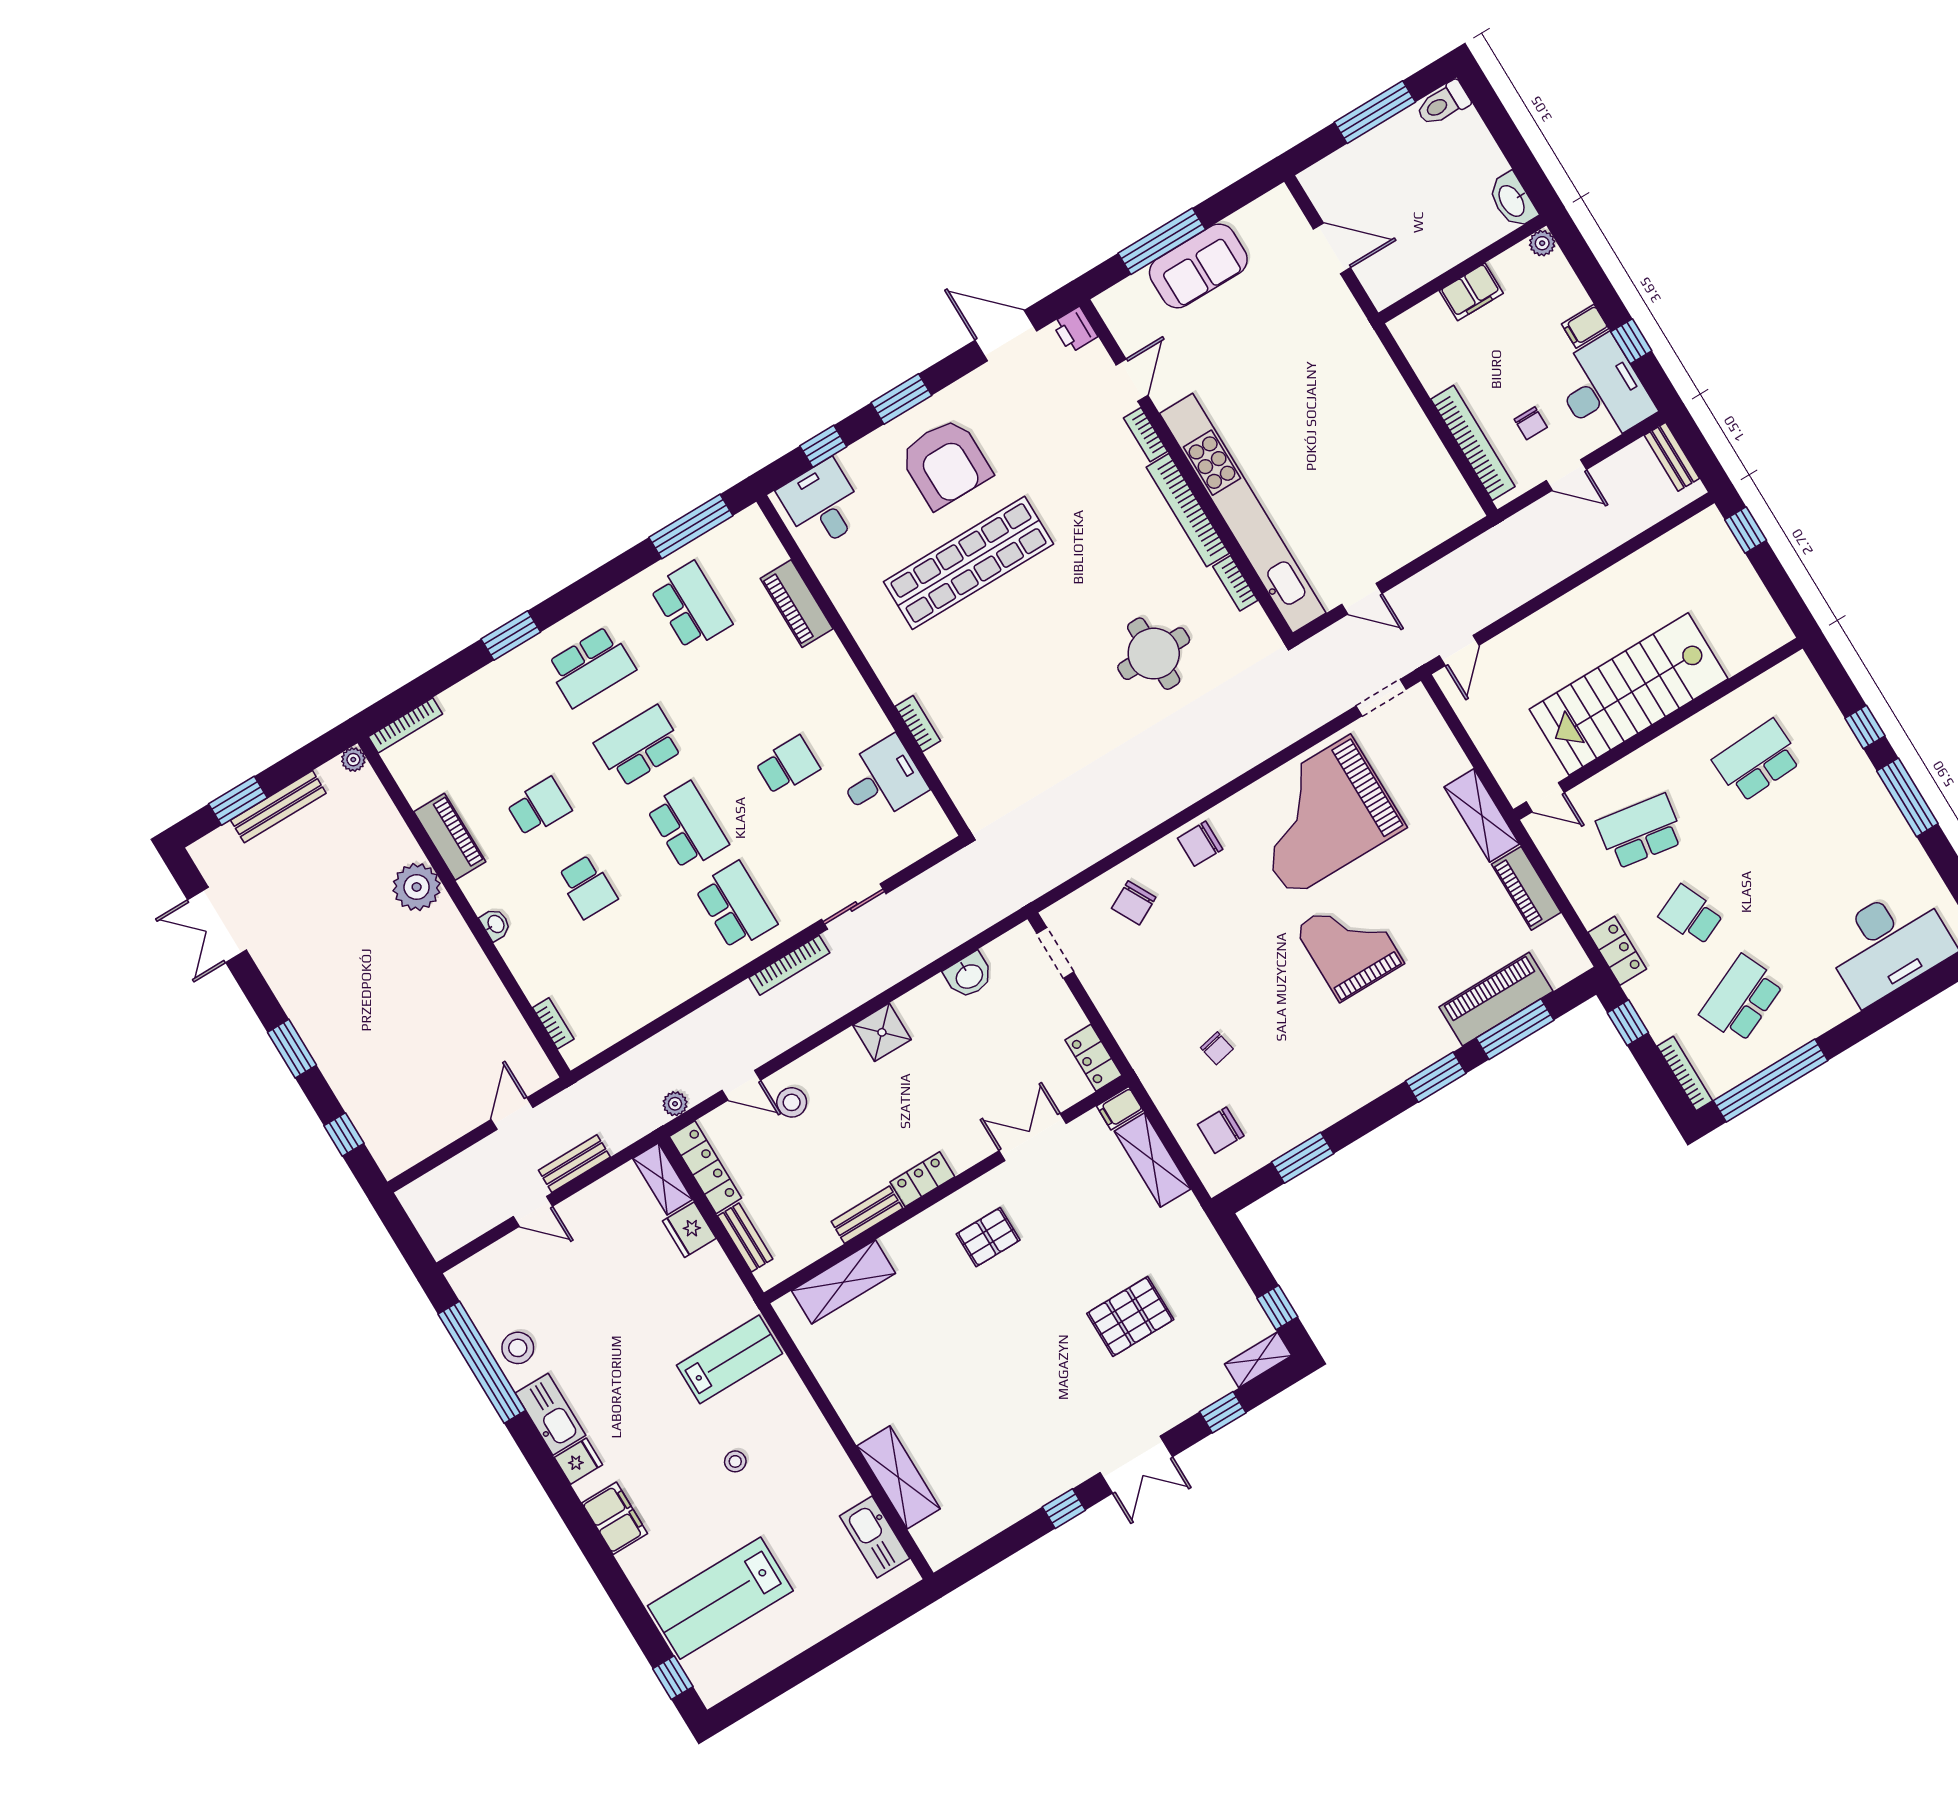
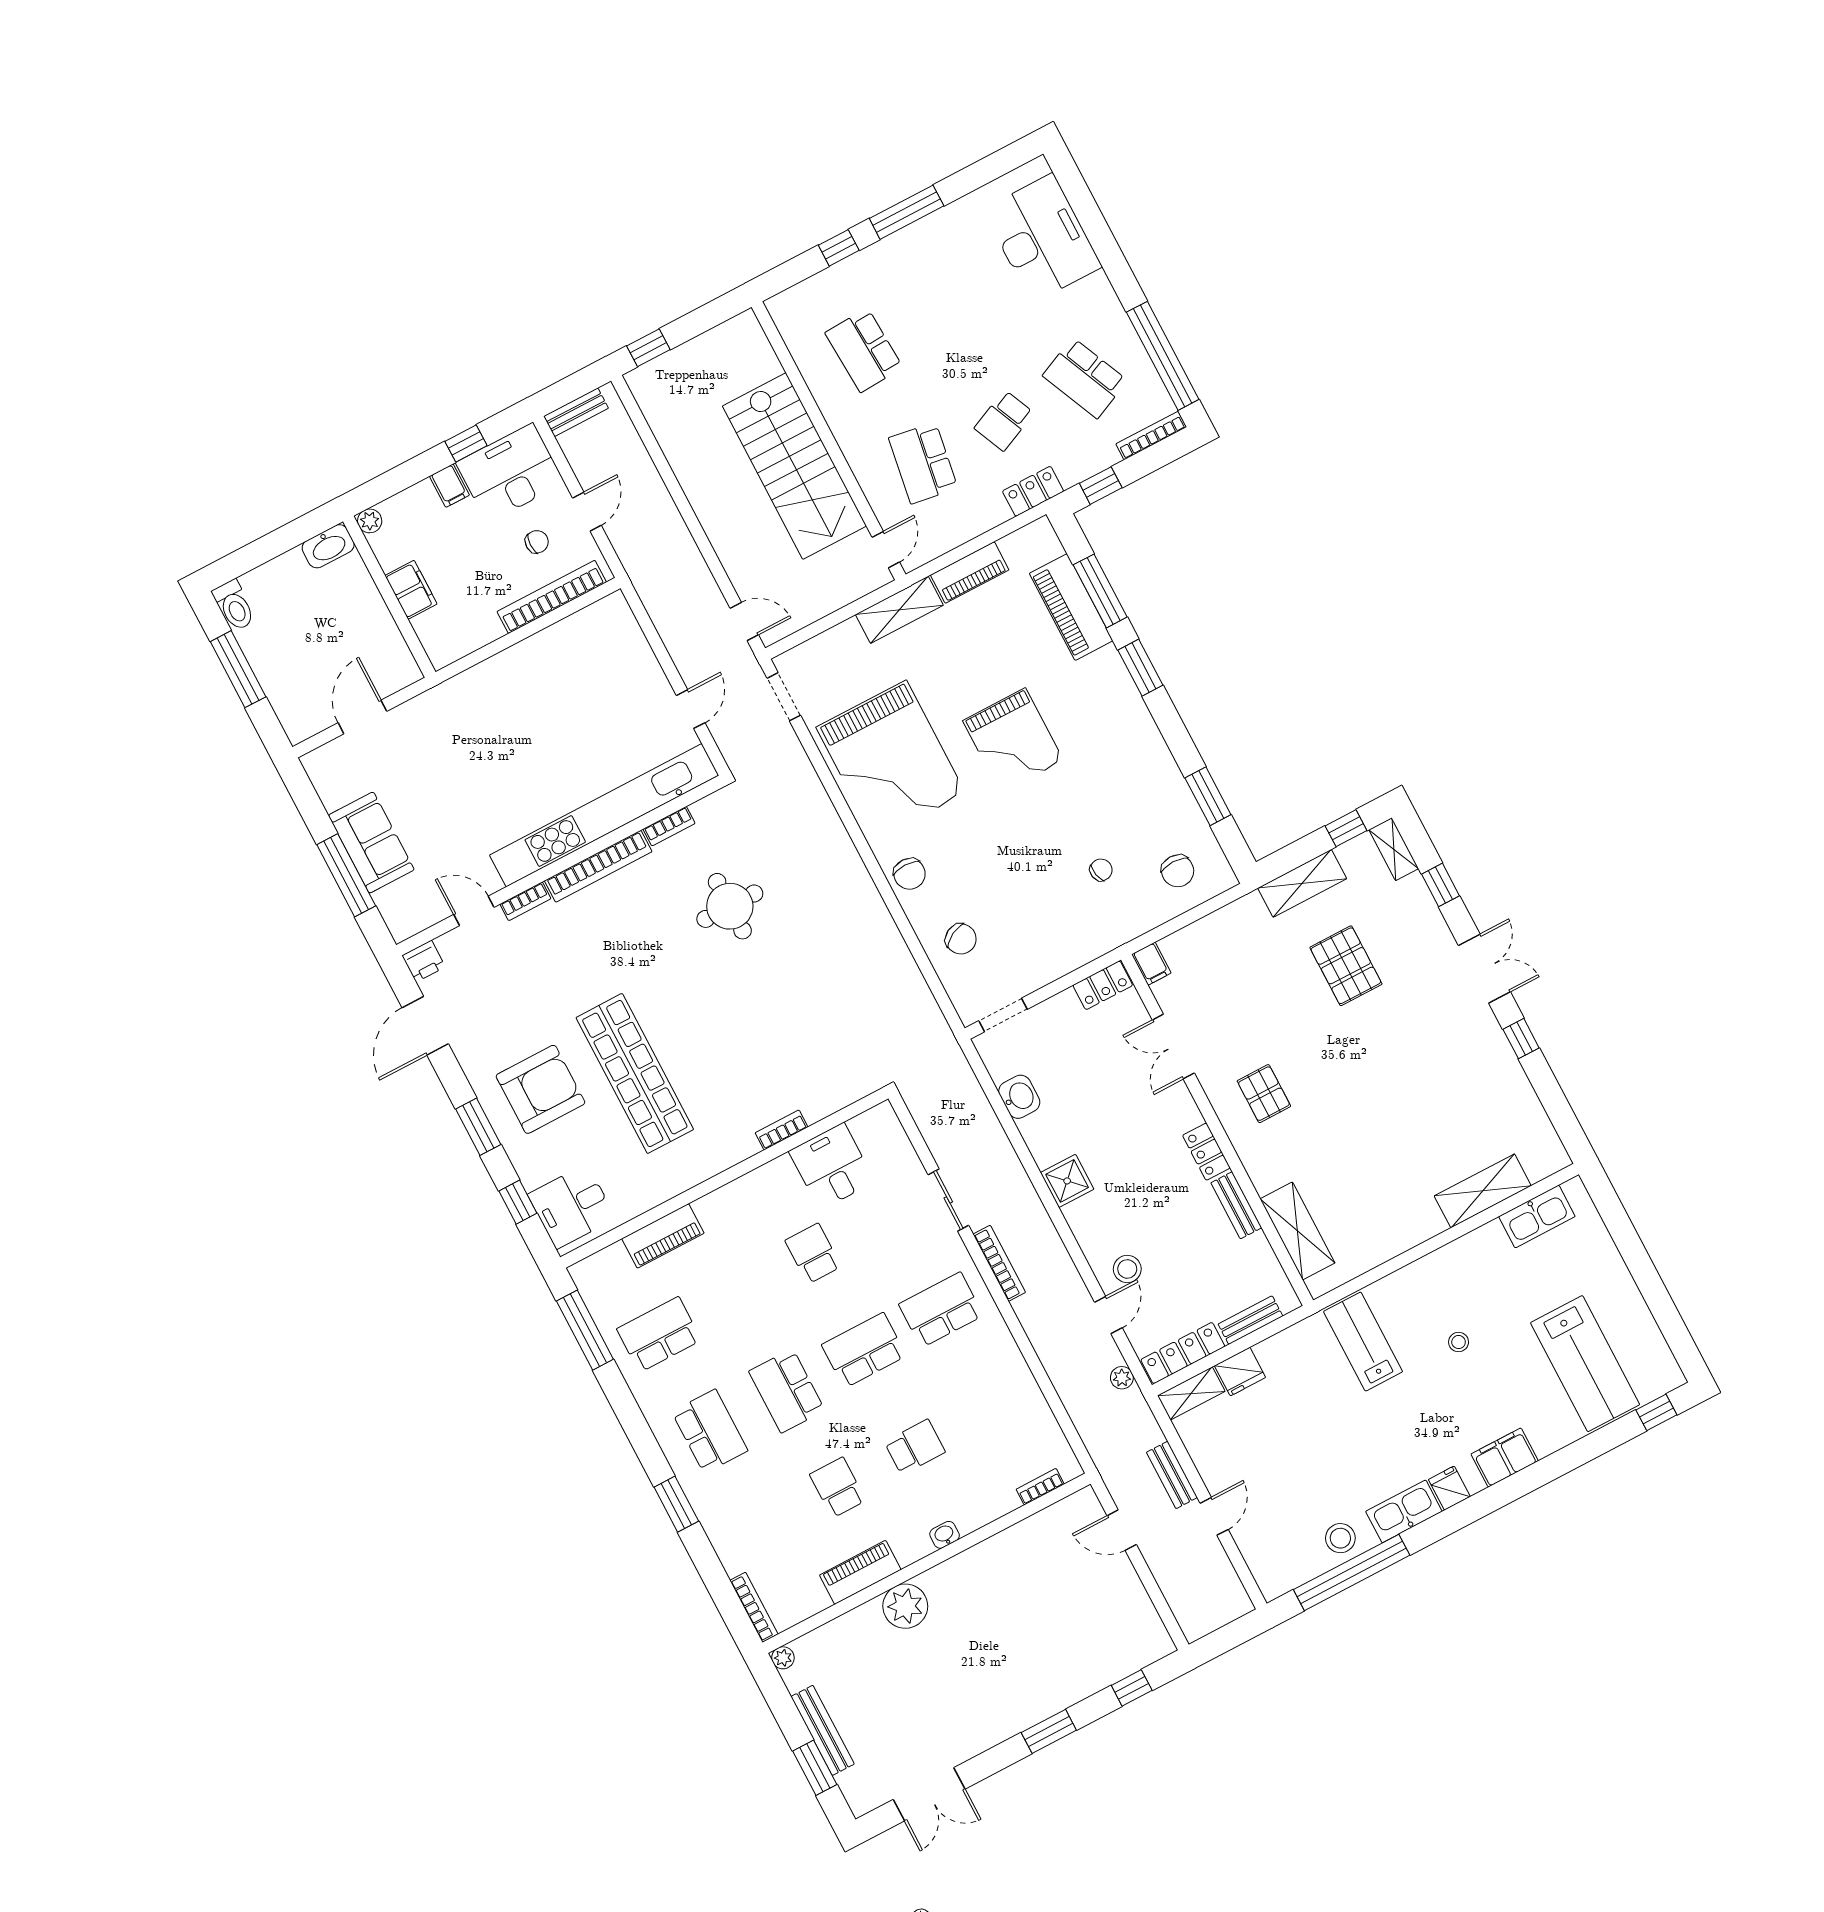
grand piano: (1349, 946) -> (1013, 740), turned -90
shelving: (1152, 1160) -> (1302, 883), moved

